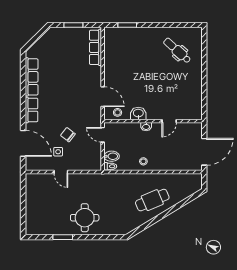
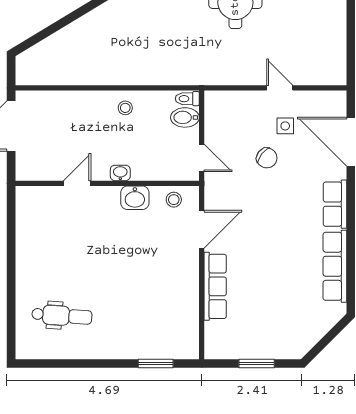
row of seats: (95, 47) -> (215, 286), moved
dental chair: (177, 51) -> (62, 316), turned -38
door: (103, 97) -> (202, 229), swing flipped
cafe table: (152, 200) -> (109, 35), removed

